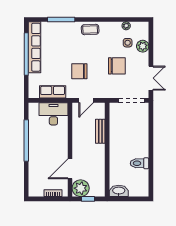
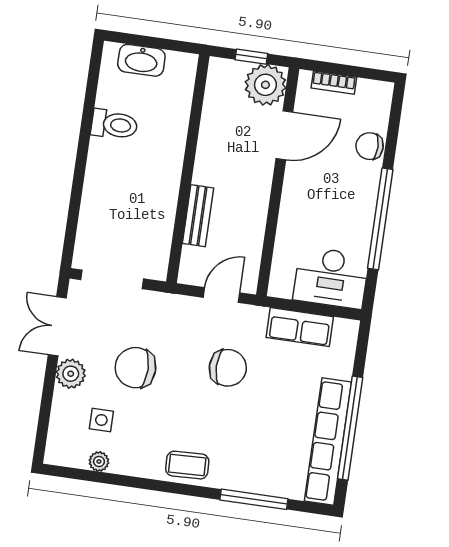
plant: (143, 46) -> (71, 374), moved
desk: (53, 114) -> (331, 278), moved
chair: (35, 169) -> (370, 146), added
washbasin: (119, 191) -> (141, 60), moved

